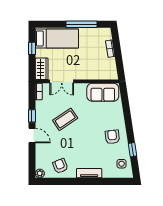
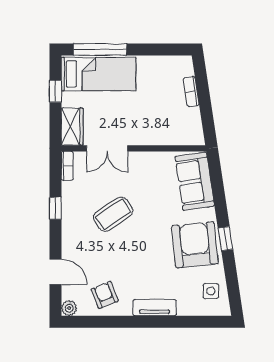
window: (81, 24) -> (100, 49), moved
sofa: (103, 92) -> (195, 181), moved, turned 81
door: (32, 135) -> (55, 272), moved
armchair: (112, 137) -> (195, 245), width x1.88, depth x1.88
window: (132, 150) -> (226, 239), moved

